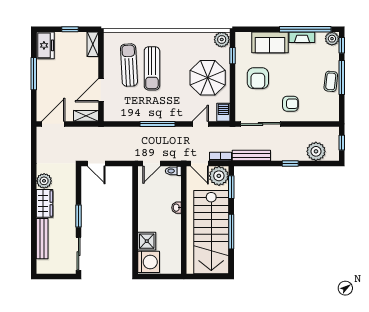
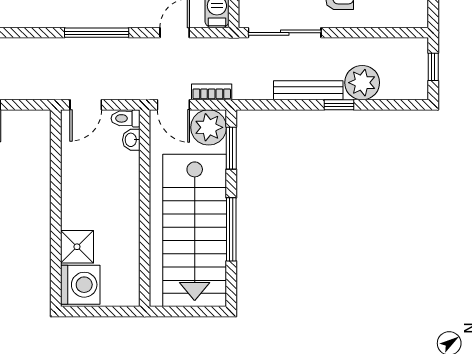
plant: (316, 151) -> (362, 83), moved
bench: (251, 156) -> (308, 90), moved
washbasin: (176, 208) -> (131, 140), moved

